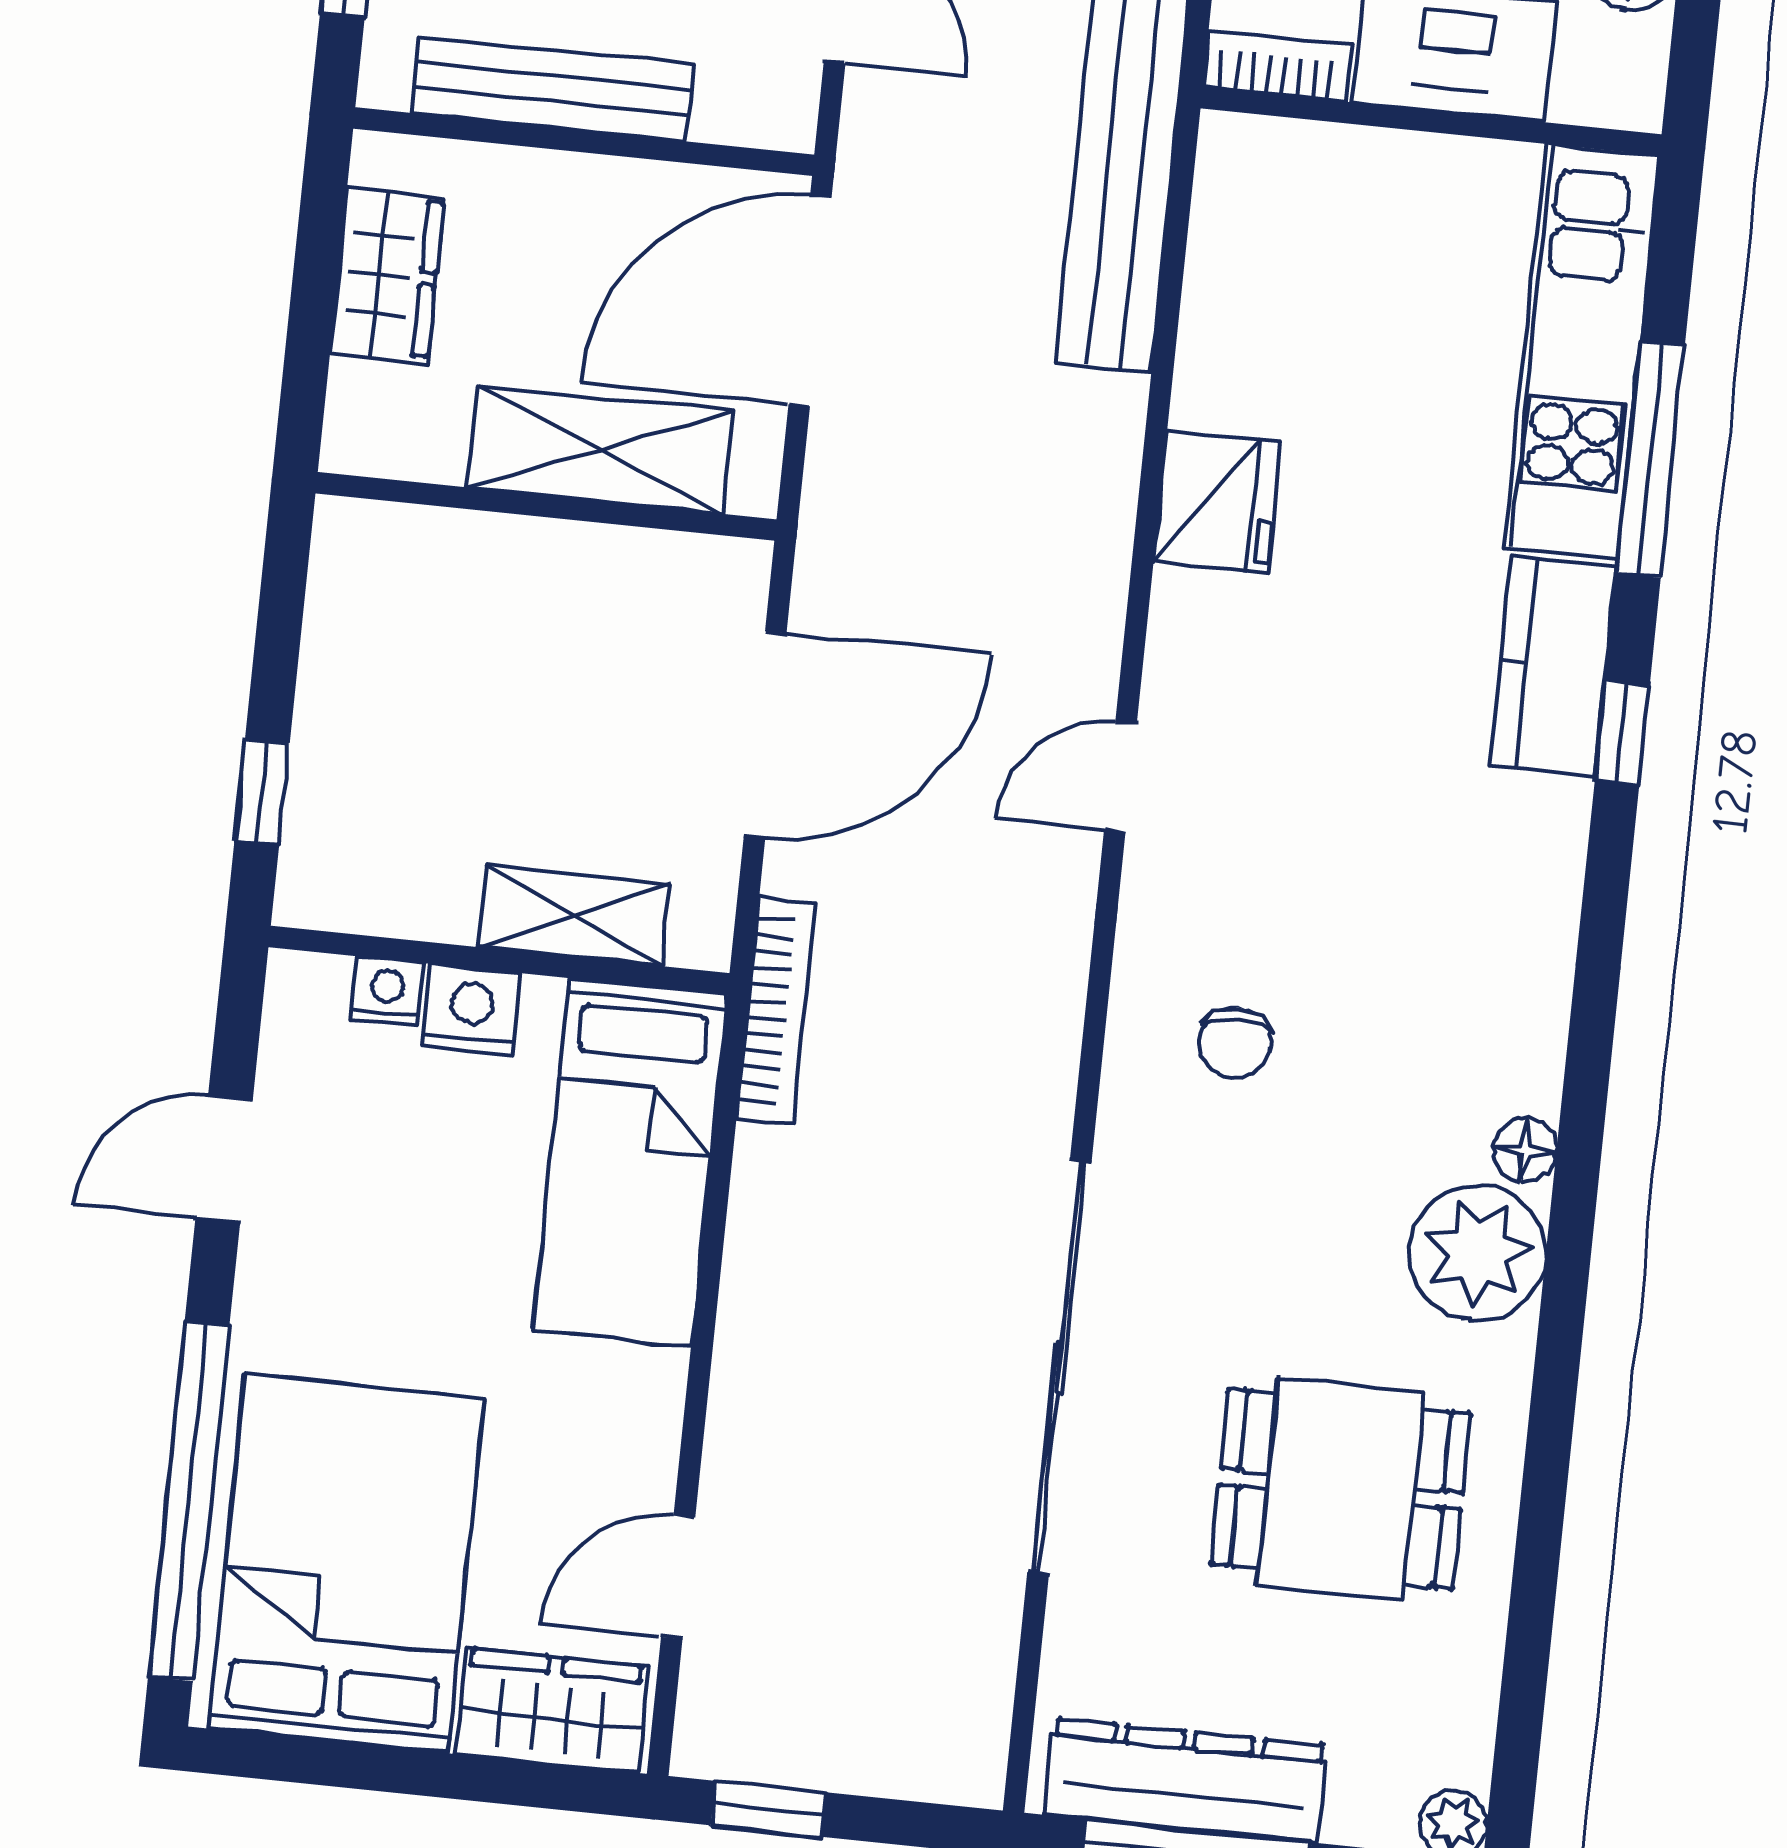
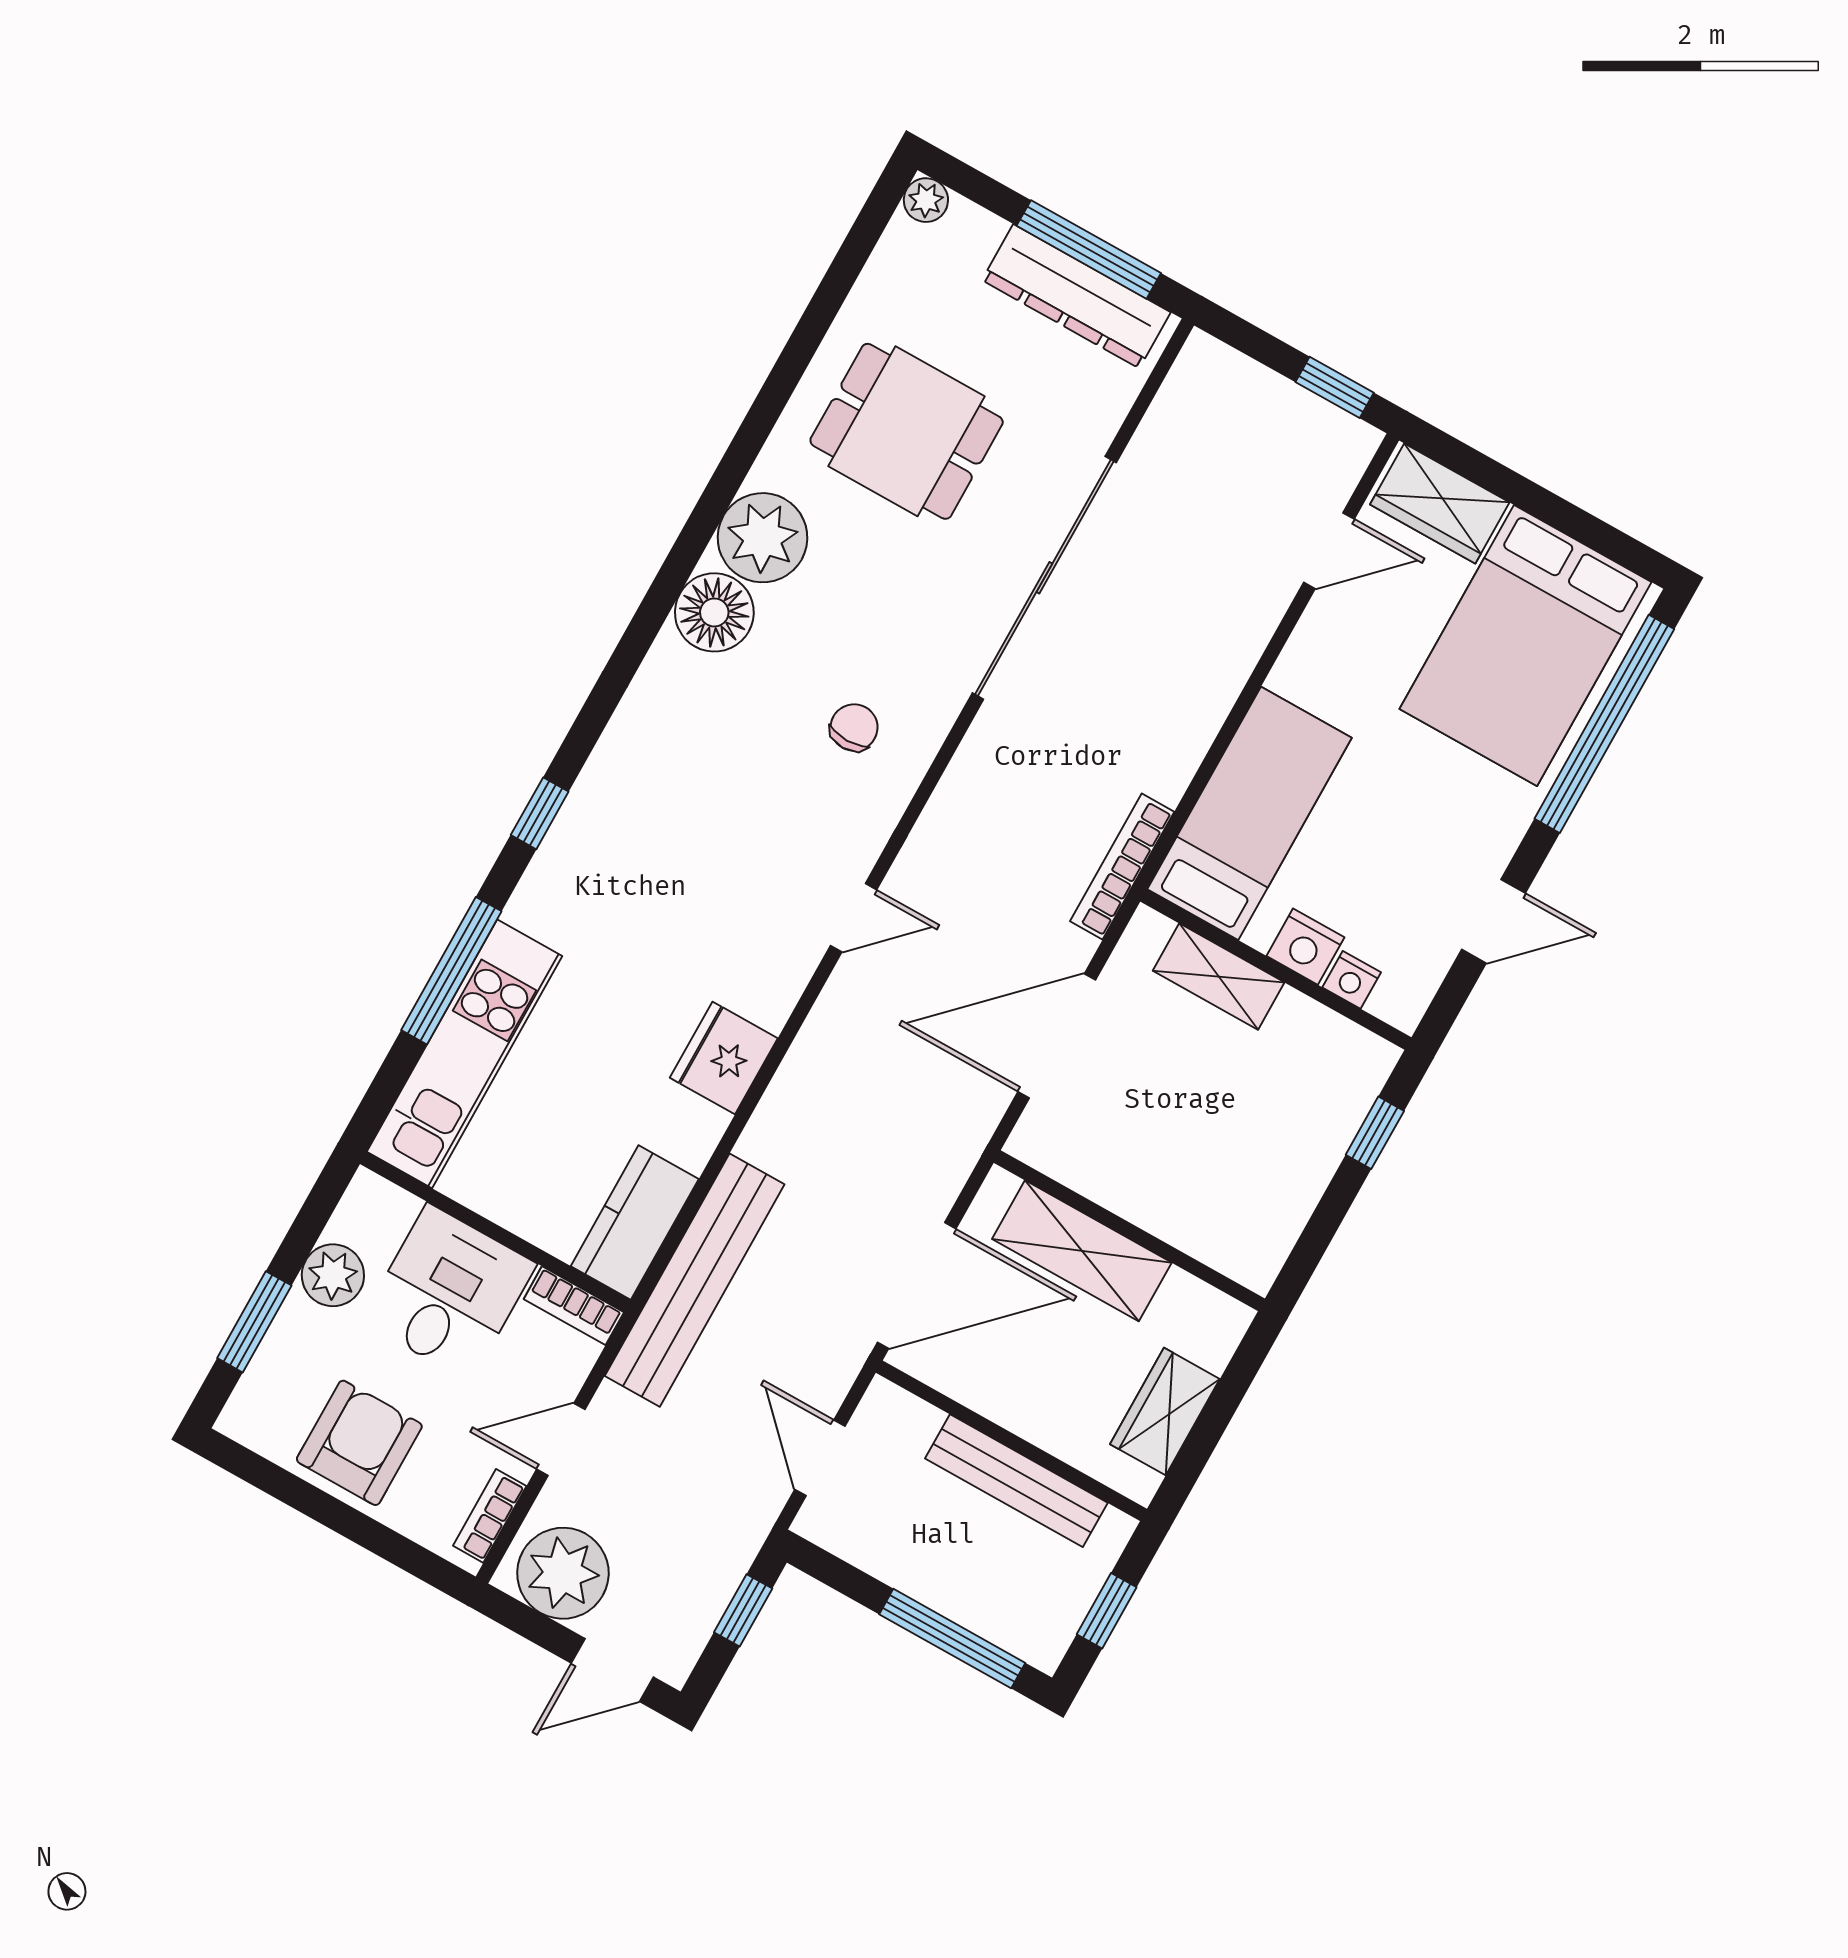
kitchen counter: (1554, 666) -> (635, 1223), moved, turned 180
floor lamp: (1525, 1150) -> (714, 612), width x1.89, depth x1.89

